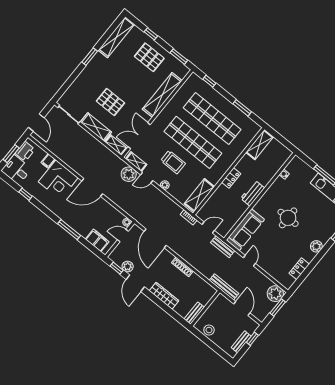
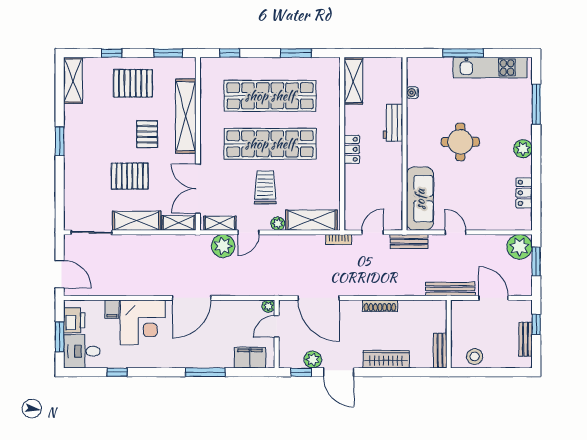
shelving: (116, 37) -> (73, 80), width x0.68
pallet: (136, 88) -> (147, 134), added
trolley: (173, 162) -> (265, 187), turned -90
workbench: (253, 193) -> (393, 123), moved
shelving: (199, 195) -> (311, 220), moved, turned 90

